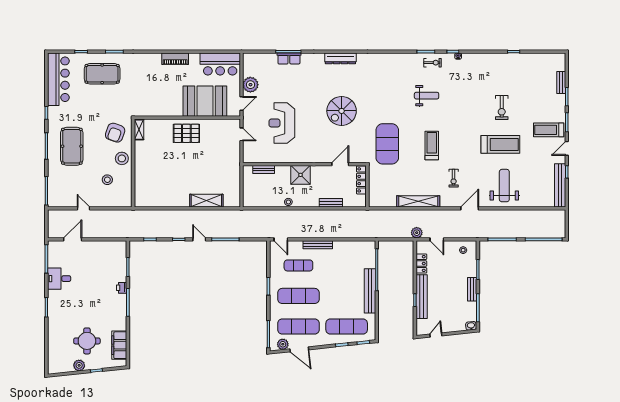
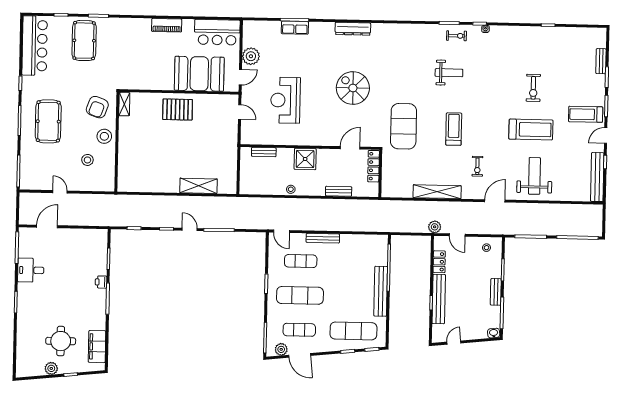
pool table: (102, 74) -> (84, 41), turned 90
spiral stairs: (342, 111) -> (353, 88), turned 90
exercise mat: (298, 327) -> (299, 330), width x0.73, depth x0.69

